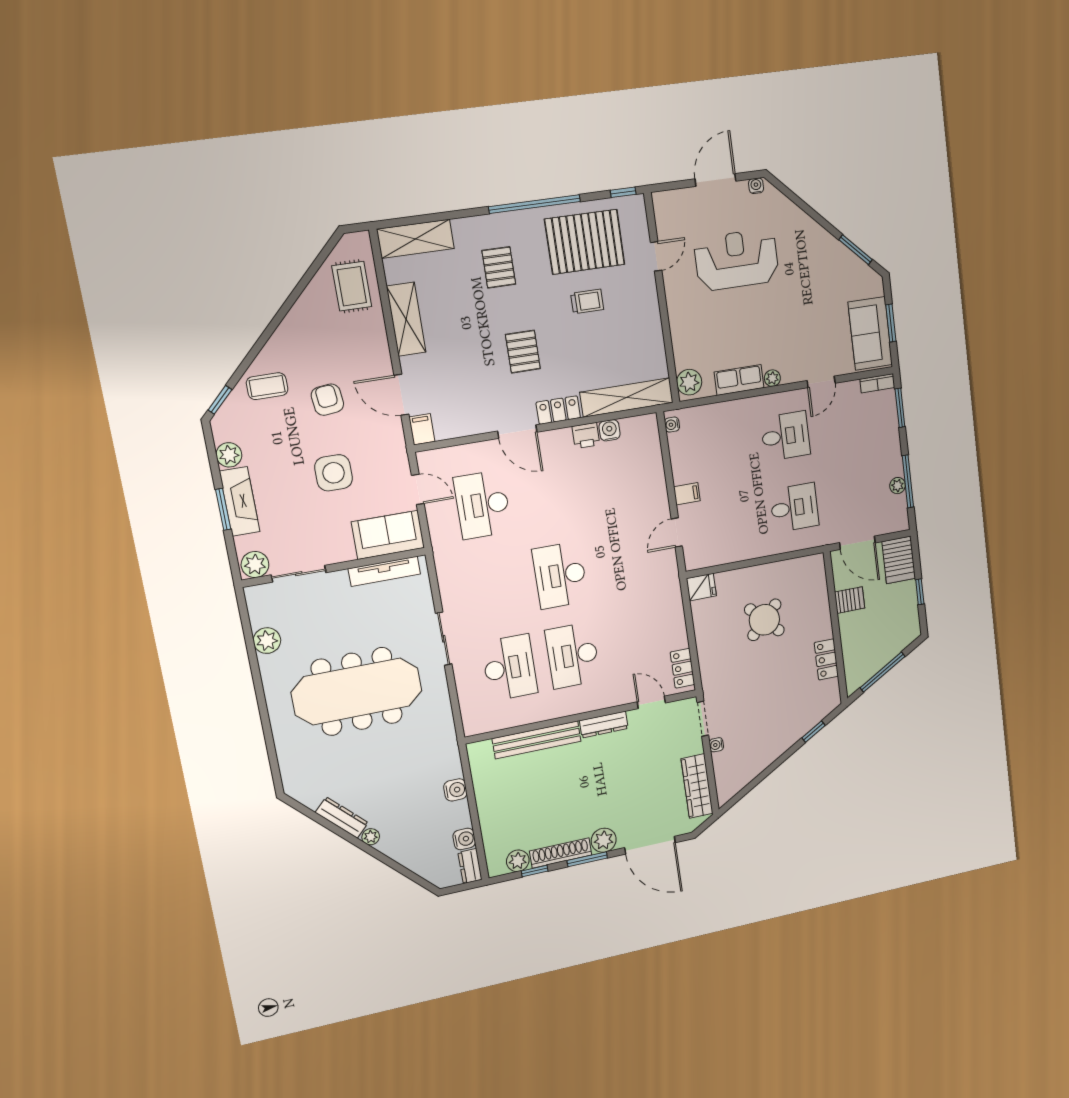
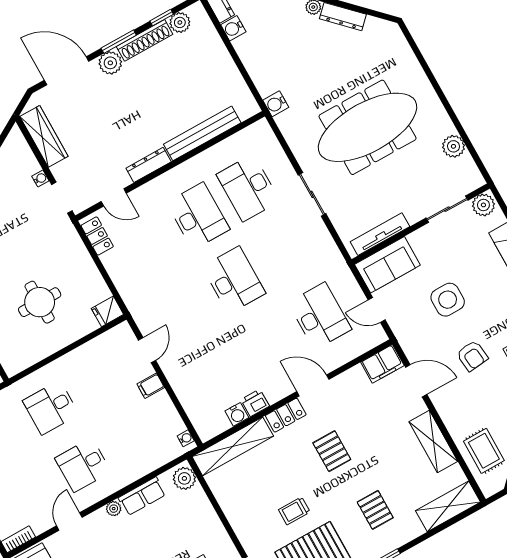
filing cabinet: (422, 429) -> (382, 364), width x2.00
round table: (764, 620) -> (40, 302), turned 45
water cooler: (455, 790) -> (276, 104), moved

